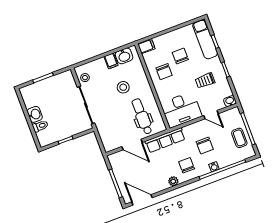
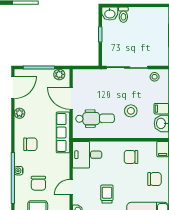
chair: (180, 56) -> (154, 179), moved
desk: (181, 110) -> (87, 155), width x0.73
washbasin: (35, 114) -> (110, 14), moved
door: (132, 144) -> (71, 98), hinge flipped
chair: (205, 145) -> (38, 183), moved, turned -90
plant: (115, 163) -> (59, 74), added
plant: (173, 181) -> (19, 113), moved

